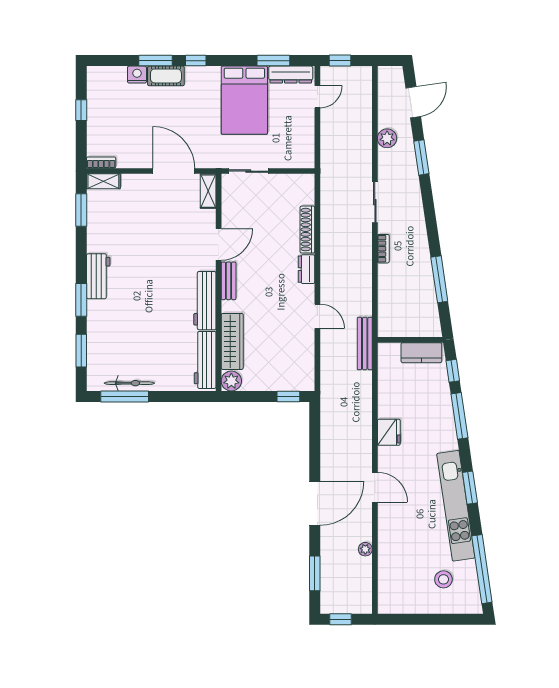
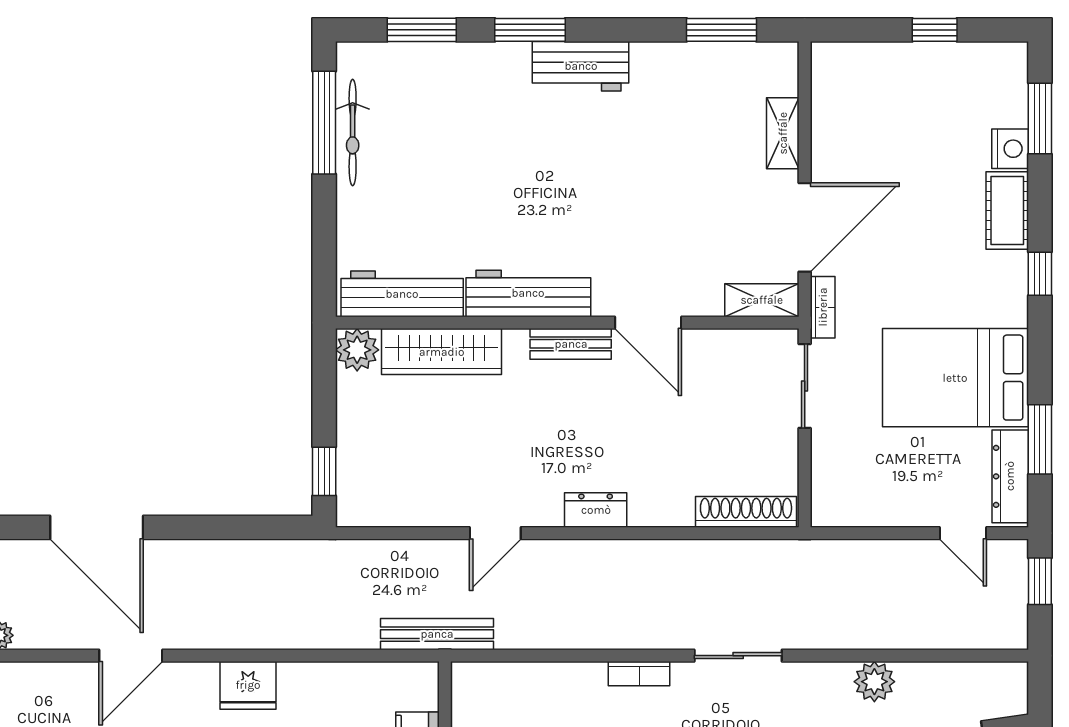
window: (155, 61) -> (1040, 119), moved
bookcase: (101, 163) -> (823, 307), moved
shelving: (103, 181) -> (783, 133), moved
shoe rack: (307, 230) -> (746, 512), moved

